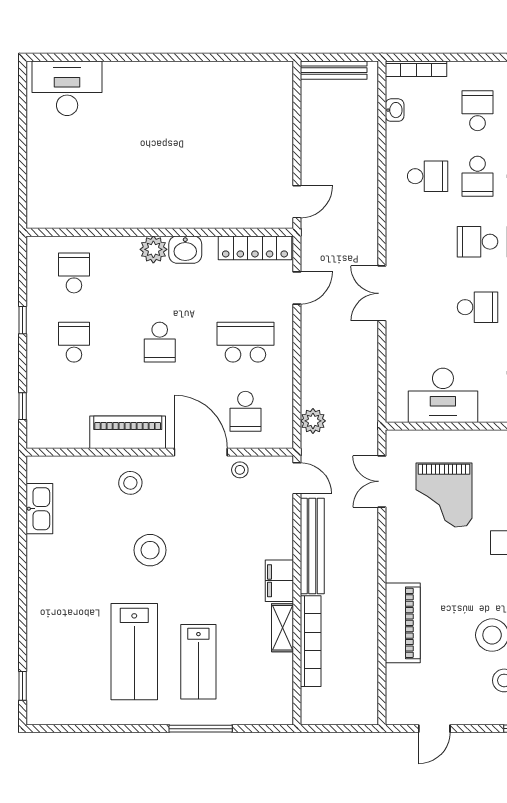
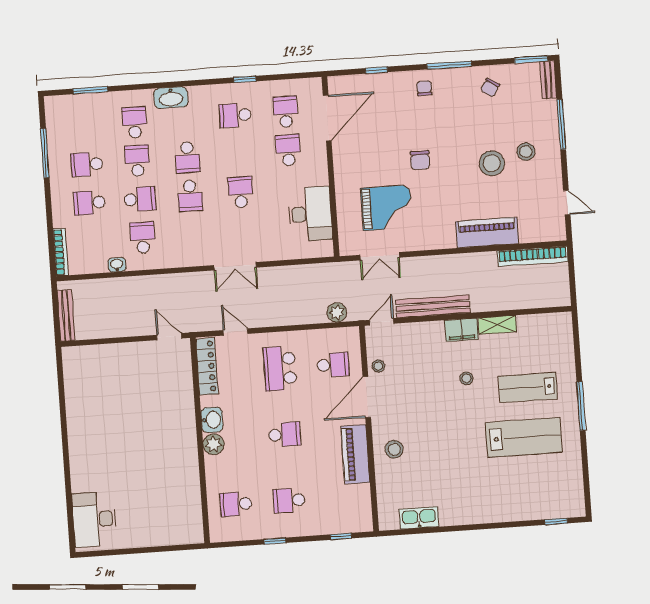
washbasin: (395, 110) -> (117, 265), moved
stool: (150, 550) -> (466, 378), moved, width x0.53, depth x0.53
bookcase: (311, 641) -> (533, 256), moved, turned 180
lab bench: (198, 662) -> (528, 388), turned 180
window: (201, 729) -> (581, 406), moved

